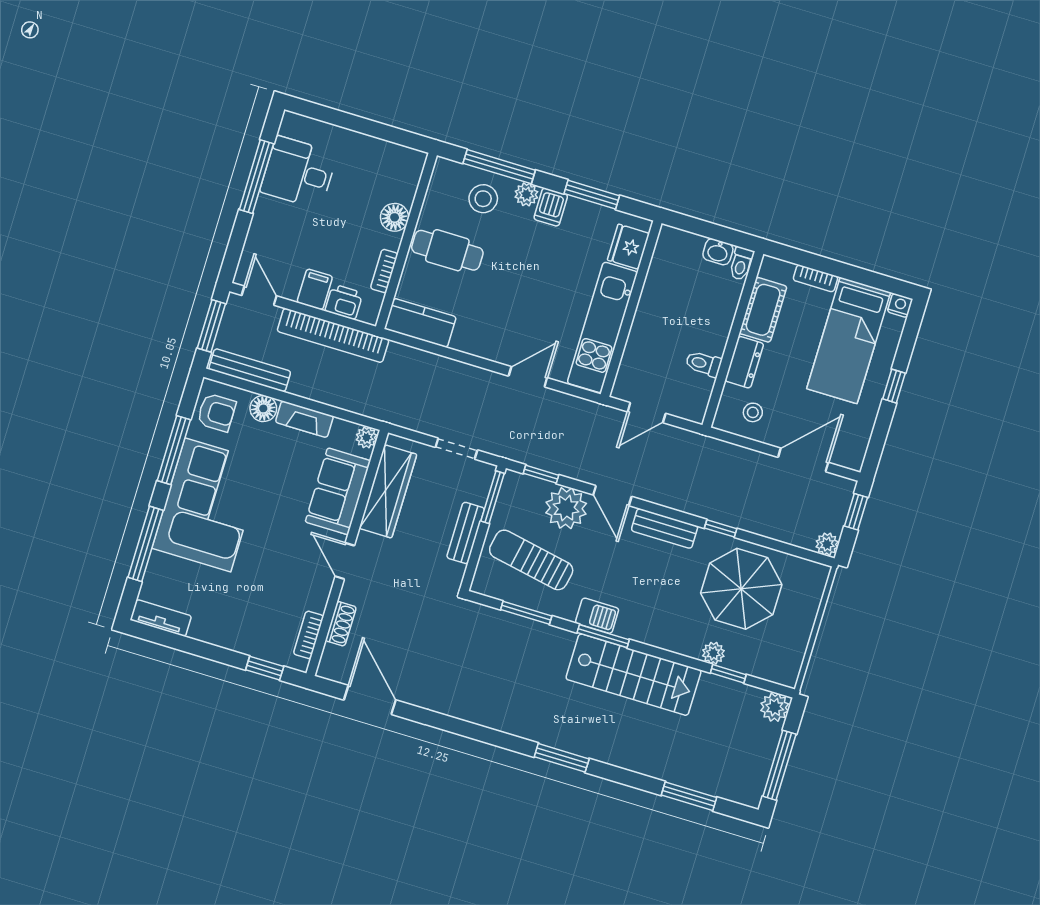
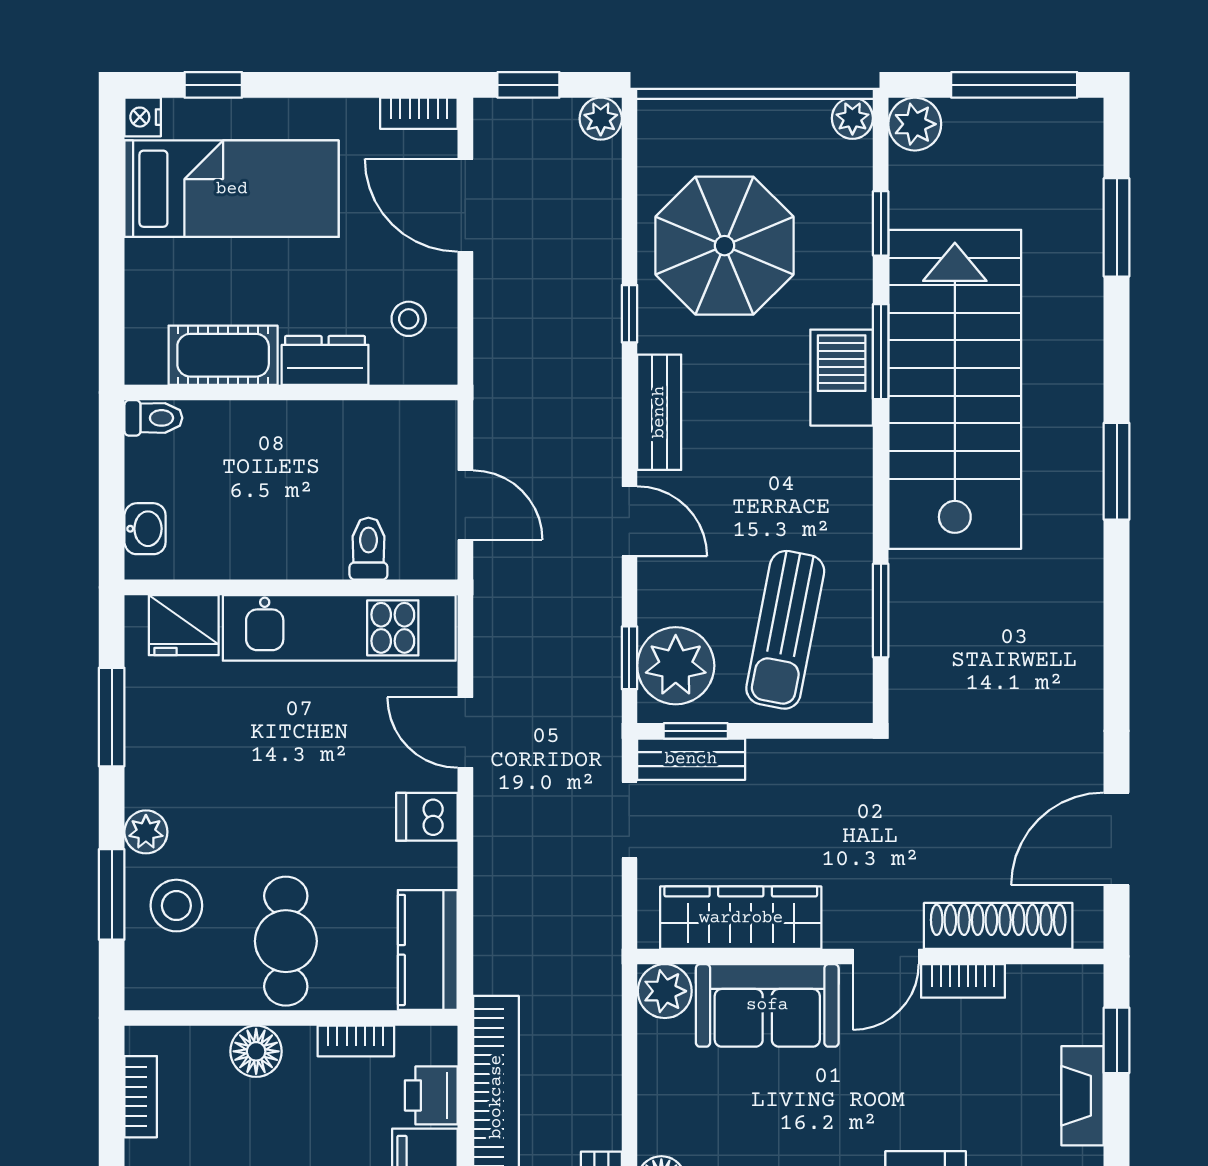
bookcase: (389, 150) -> (141, 1097), added
window: (499, 167) -> (112, 894), width x0.69
dishwasher: (551, 207) -> (427, 817), moved, turned 180
washbasin: (718, 252) -> (145, 529), moved
bookcase: (815, 278) -> (419, 113), moved, turned 90
toilet: (704, 364) -> (368, 549), moved, turned 180
window: (894, 386) -> (213, 85), moved
fireplace: (304, 419) -> (1082, 1096), moved, turned 180
plant: (367, 437) -> (665, 991), width x1.38, depth x1.38
door: (612, 496) -> (629, 521), hinge flipped
window: (493, 497) -> (696, 731), width x0.67
plant: (566, 508) -> (676, 666), moved
bench: (466, 533) -> (691, 759), moved
barbecue: (597, 616) -> (842, 378), moved, width x1.38, depth x1.27
shoe rack: (341, 624) -> (998, 926), width x1.94, depth x1.24
bookcase: (309, 635) -> (963, 981), moved
window: (603, 636) -> (881, 352), moved
plant: (713, 653) -> (852, 118), moved
stairs: (633, 675) -> (955, 389), width x1.36, depth x1.51

